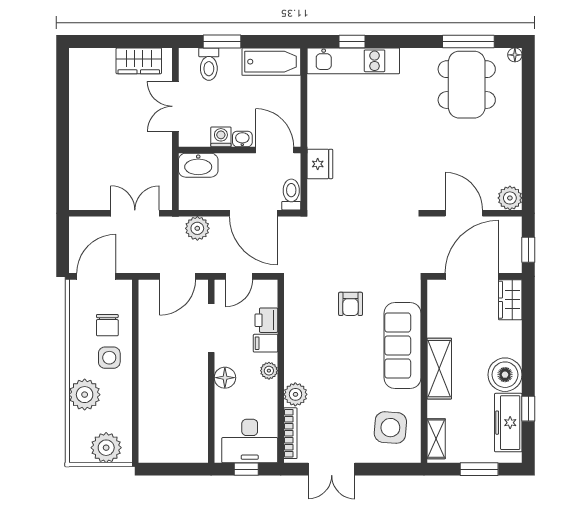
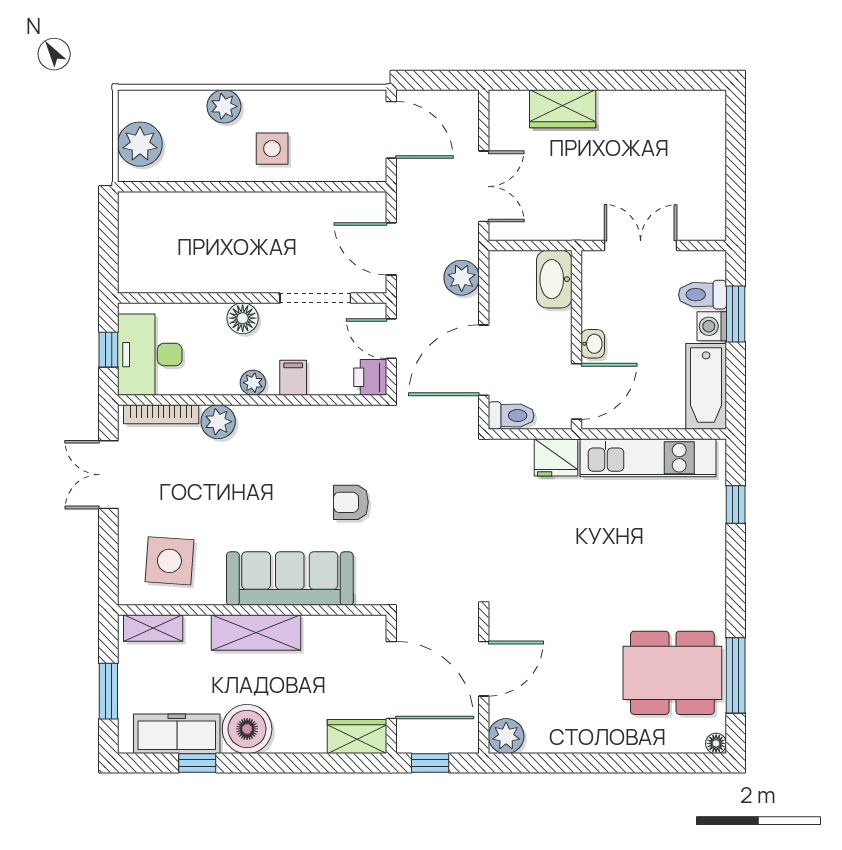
wardrobe: (139, 61) -> (563, 109), moved, turned -90
kitchen unit: (353, 61) -> (648, 458), moved, turned -90
washing machine: (221, 137) -> (712, 326), moved, turned 180
printer: (266, 320) -> (370, 377), moved, turned -90
chair: (107, 325) -> (320, 146), removed
plant: (85, 395) -> (224, 106), width x0.73, depth x0.73

